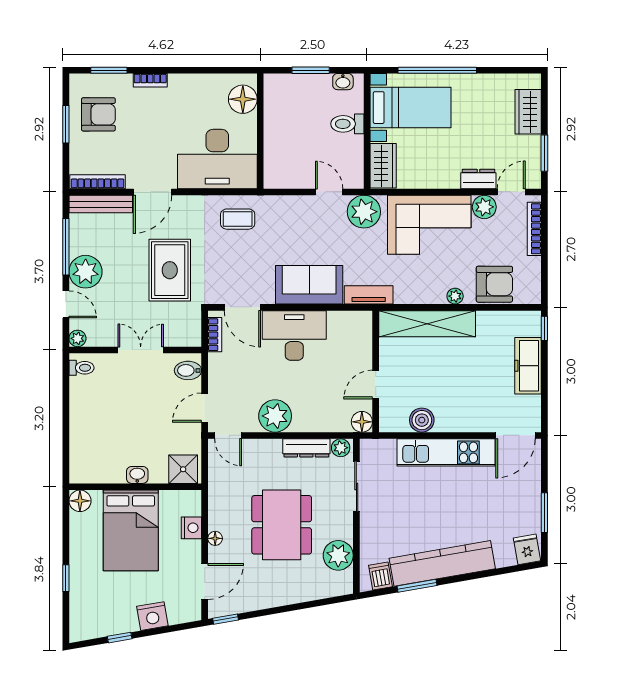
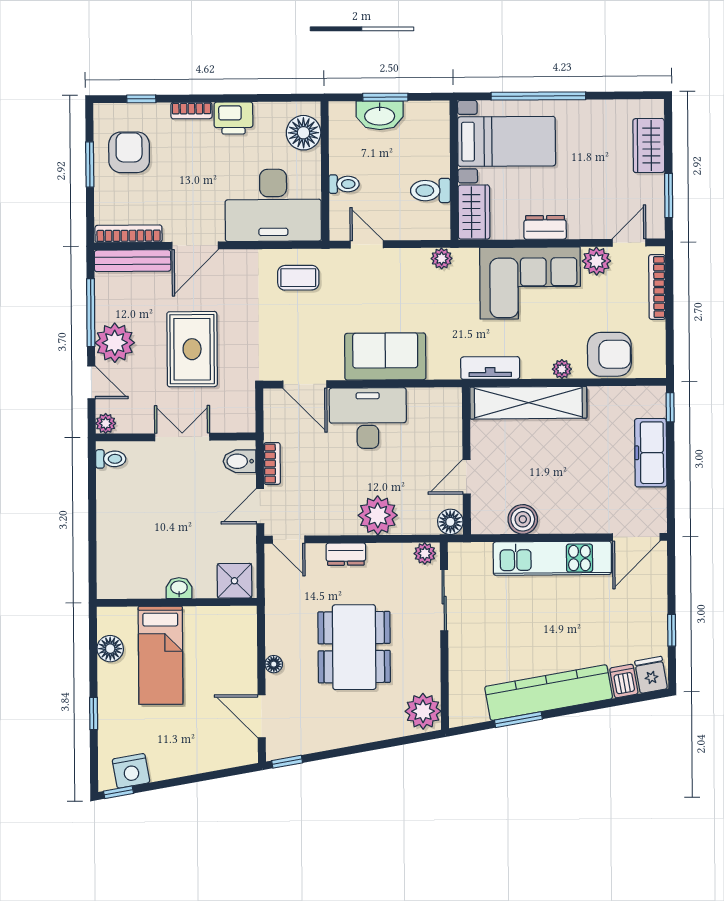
window: (109, 70) -> (141, 99), width x0.67
washbasin: (343, 82) -> (380, 115), moved, width x1.91, depth x1.45
printer: (185, 87) -> (233, 118), added
armchair: (98, 114) -> (129, 152), turned -90
toilet: (347, 124) -> (430, 191), moved
toilet: (276, 142) -> (344, 184), added
dresser: (478, 179) -> (545, 227), moved
door: (329, 192) -> (367, 244), moved
plant: (364, 212) -> (442, 258), width x0.53, depth x0.53
rug: (170, 270) -> (192, 349), moved
tv unit: (369, 295) -> (490, 368), moved
bookcase: (215, 335) -> (272, 464), moved
plant: (275, 416) -> (378, 515), moved
dresser: (306, 448) -> (346, 554), moved, width x0.70
floor lamp: (80, 501) -> (110, 649), moved
window: (544, 513) -> (672, 630), width x0.67
nightstand: (191, 528) -> (245, 652), removed
bed: (131, 530) -> (161, 655), width x0.67
plant: (338, 555) -> (423, 711), moved
dishwasher: (380, 576) -> (624, 681), moved
door: (205, 581) -> (262, 716), swing flipped
nightstand: (152, 616) -> (131, 771), moved
window: (120, 638) -> (118, 792), moved

